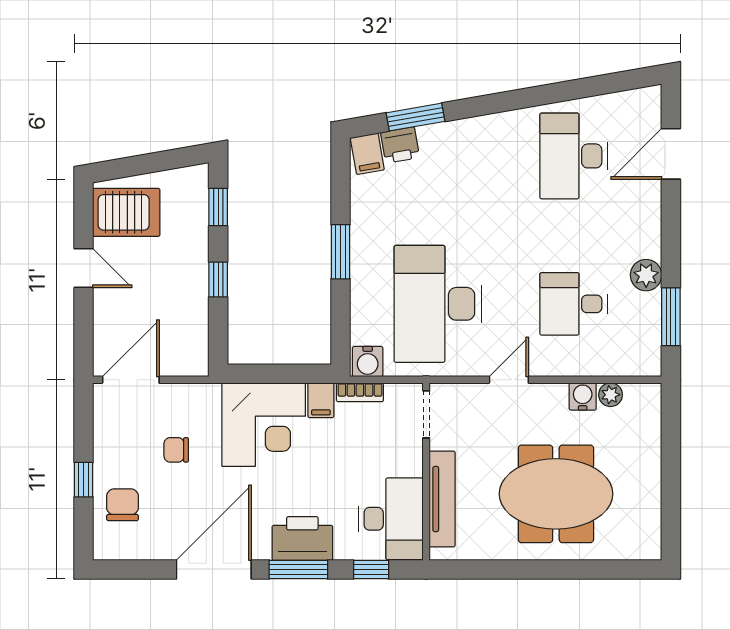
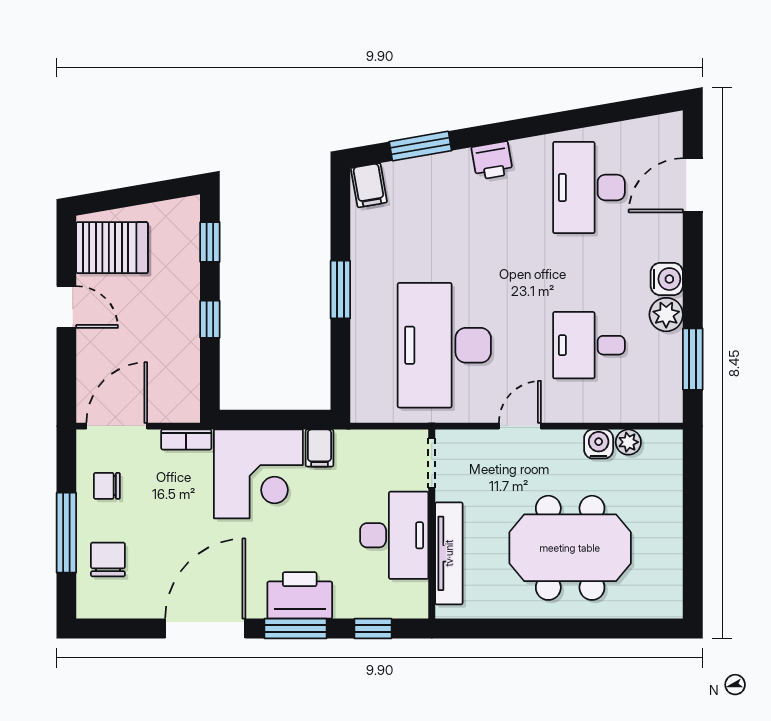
printer: (400, 145) -> (492, 161), moved
water cooler: (368, 362) -> (667, 279), moved, turned -90
bookcase: (360, 392) -> (186, 440), moved
chair: (176, 450) -> (107, 486), moved
window: (84, 480) -> (66, 533), width x2.17
desk: (391, 519) -> (394, 535), moved

